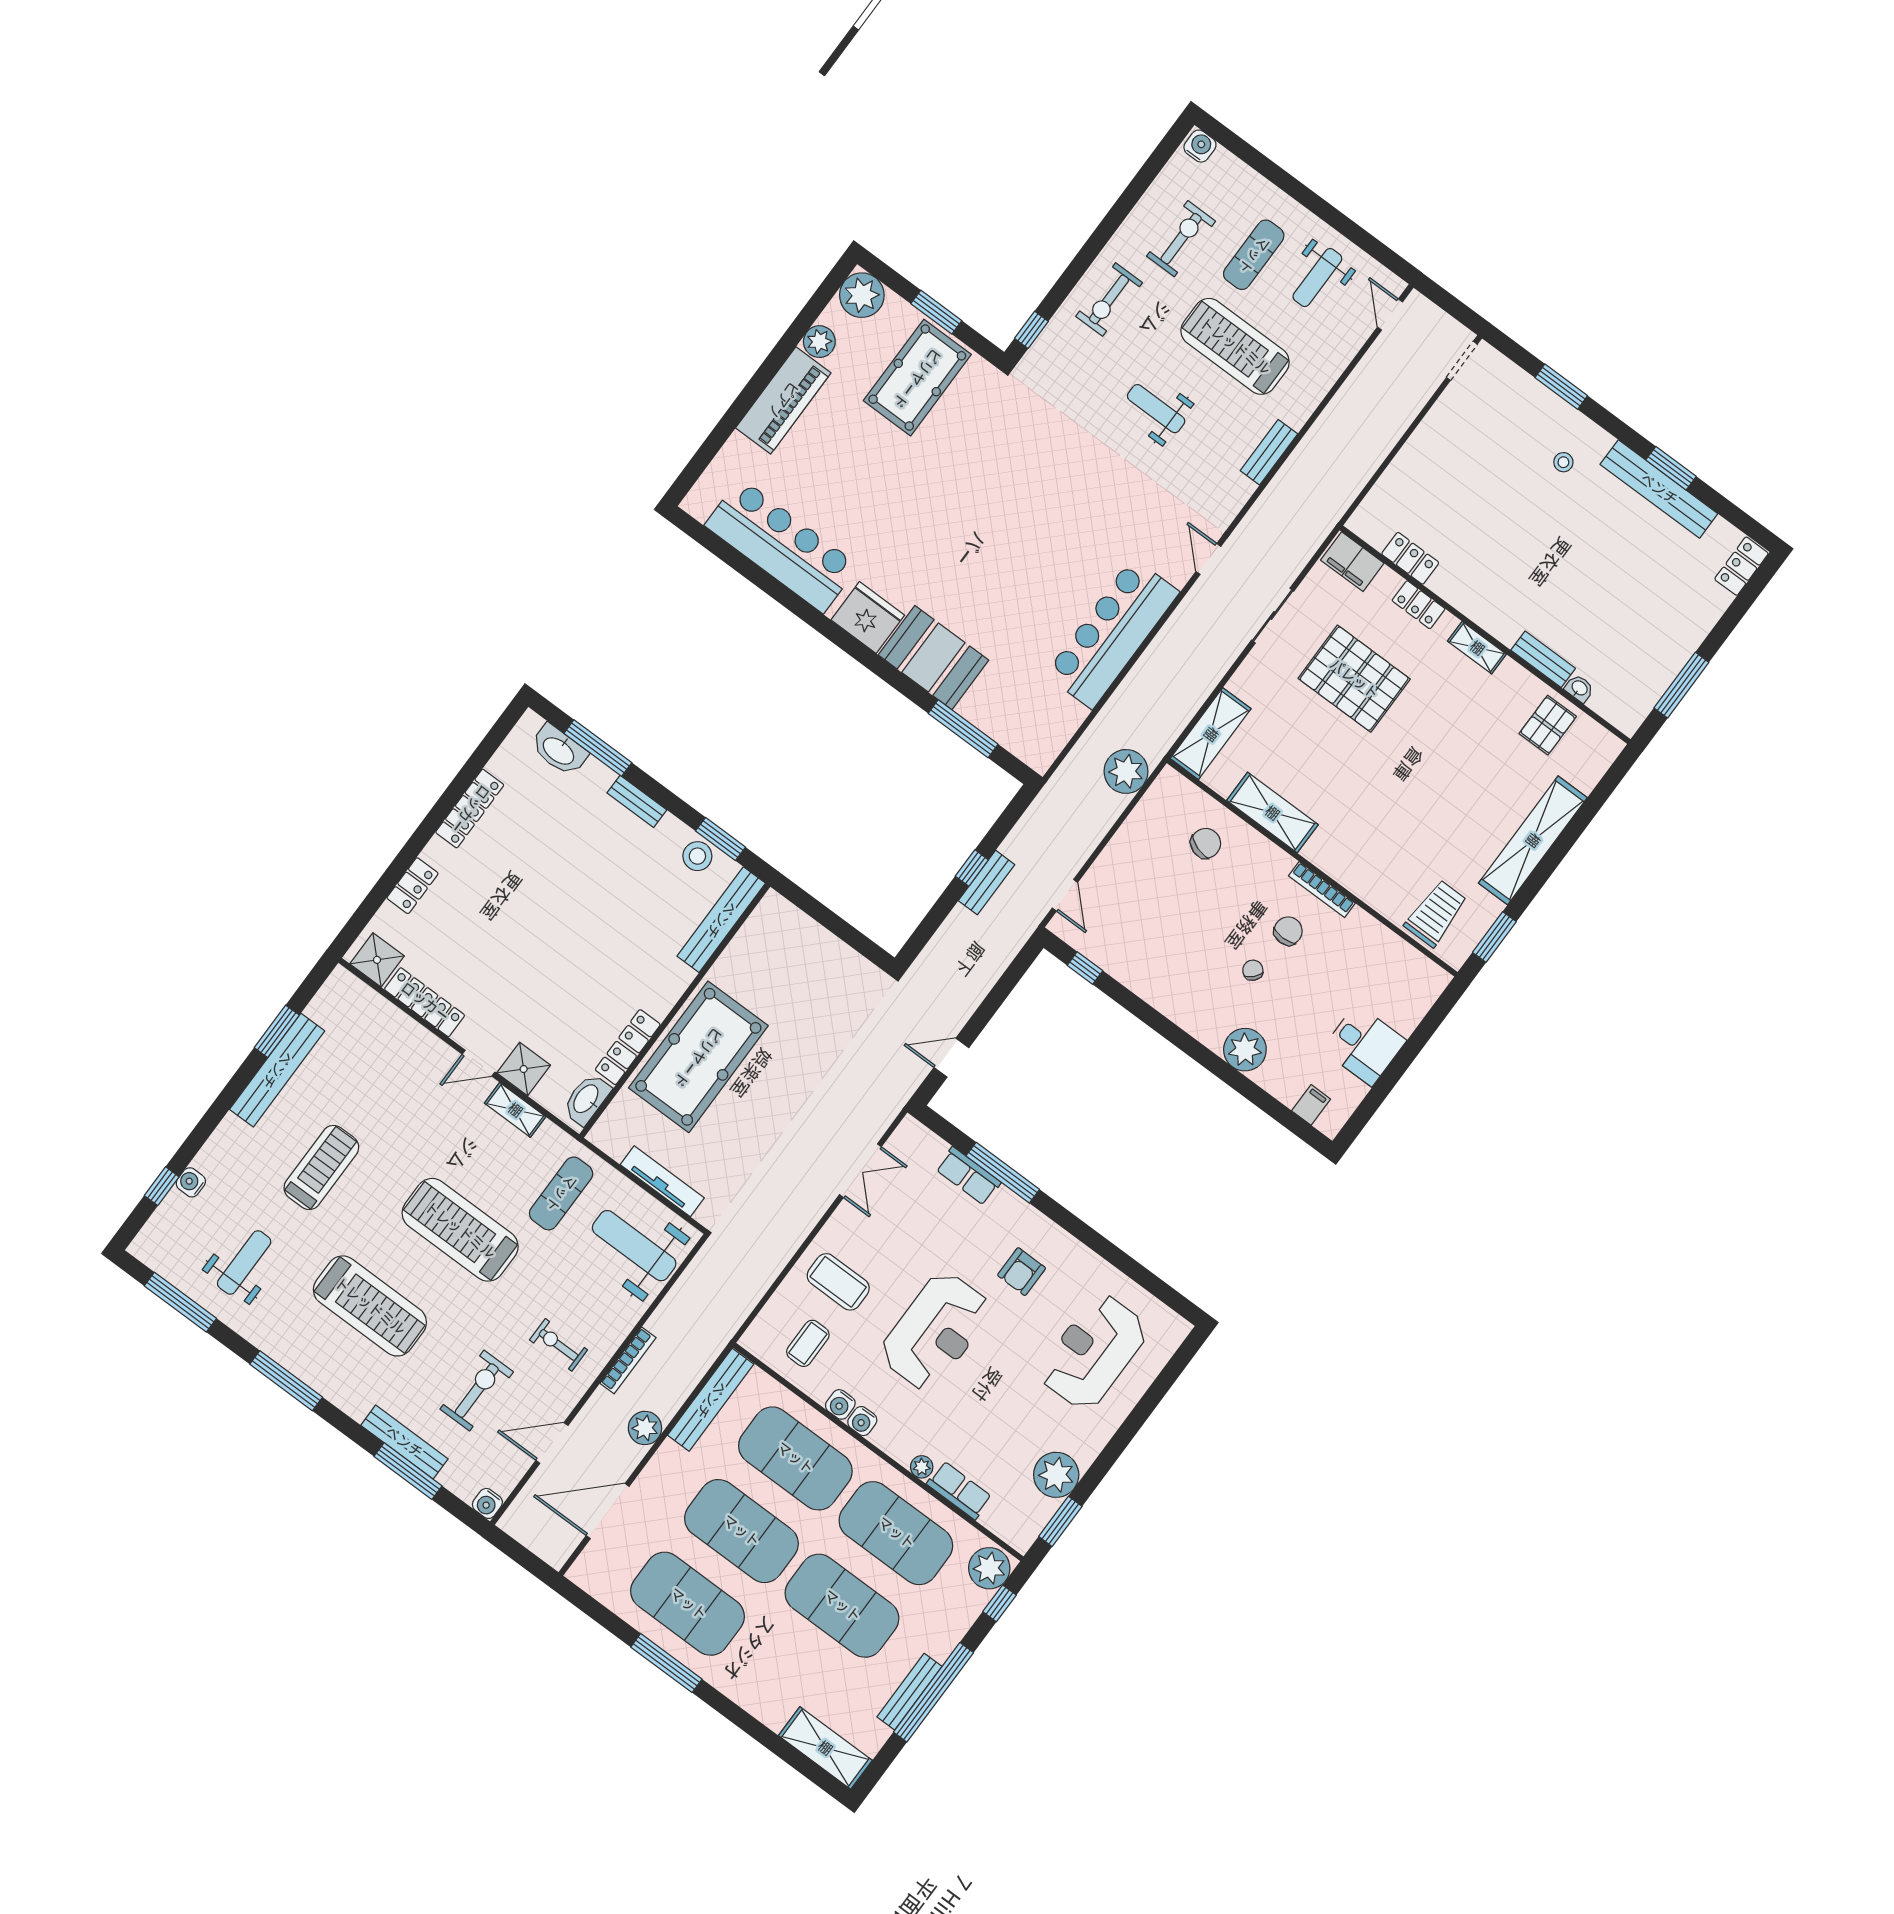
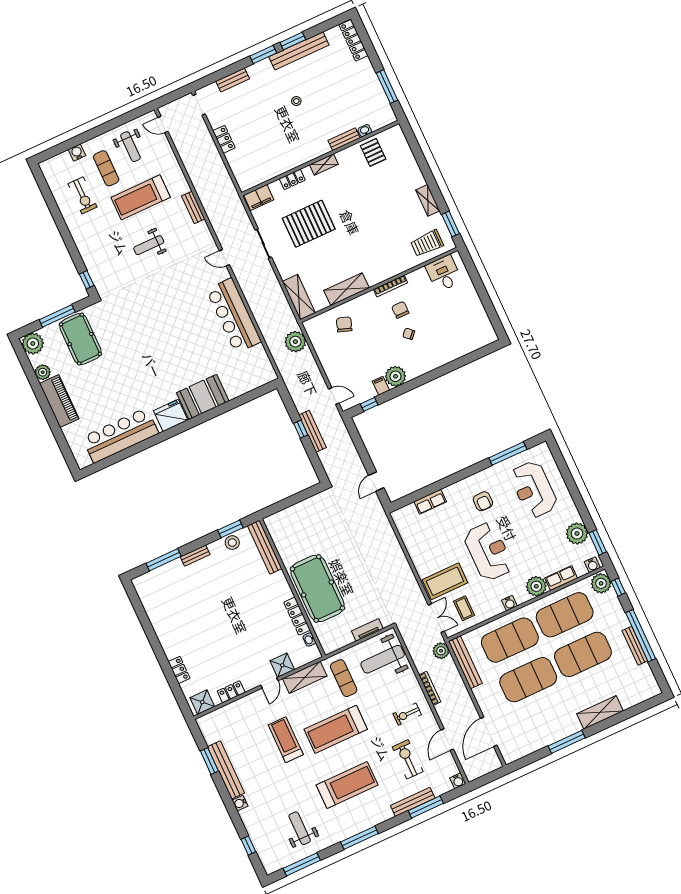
water cooler: (1200, 146) -> (77, 152), moved
exercise bike: (1181, 239) -> (83, 195), turned 180
exercise bike: (1109, 299) -> (92, 240), removed
window: (936, 312) -> (57, 316), width x1.44
window: (1561, 387) -> (263, 55), moved
bench: (1540, 397) -> (233, 80), added
stool: (1563, 462) -> (296, 101), moved
locker: (1410, 558) -> (224, 139), moved, turned 90
locker: (1741, 566) -> (353, 40), width x1.53
window: (963, 729) -> (240, 401), removed
washbasin: (559, 750) -> (156, 577), removed
locker: (470, 809) -> (160, 628), removed
shelving: (1533, 840) -> (428, 200), width x0.45, depth x0.75
bench: (987, 883) -> (313, 431), width x1.36
trolley: (1436, 913) -> (427, 243), turned -90
locker: (425, 1002) -> (231, 692), width x0.66
desk: (1364, 1045) -> (444, 273), moved, turned -90
plant: (1245, 1050) -> (396, 376), moved
washbasin: (587, 1099) -> (309, 640), width x0.52, depth x0.69
filing cabinet: (1311, 1105) -> (381, 386), moved
shelving: (515, 1110) -> (305, 677), width x1.50, depth x1.33
treadmill: (321, 1167) -> (286, 740), moved
double door: (860, 1171) -> (436, 618), moved
window: (1003, 1173) -> (508, 454), moved
tv unit: (662, 1181) -> (367, 630), width x0.71
water cooler: (191, 1182) -> (240, 803), moved
coffee table: (838, 1282) -> (445, 581), width x1.36, depth x1.32
water cooler: (840, 1404) -> (592, 565), moved
plant: (645, 1428) -> (441, 651), moved
plant: (922, 1467) -> (536, 586), width x1.87, depth x1.87
exercise mat: (688, 1604) -> (546, 719), removed
shelving: (825, 1748) -> (600, 712), moved

